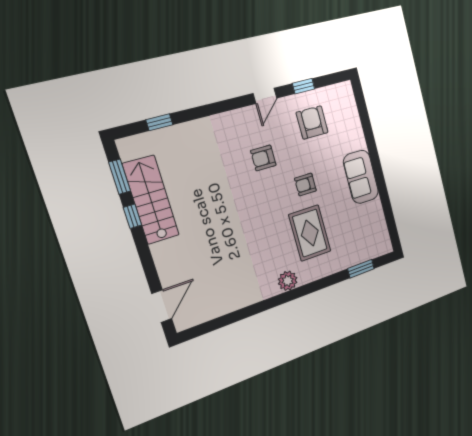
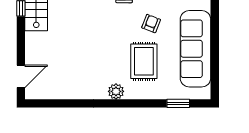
sofa: (361, 177) -> (195, 49), width x1.85, depth x1.27
armchair: (305, 184) -> (151, 24), turned 111

